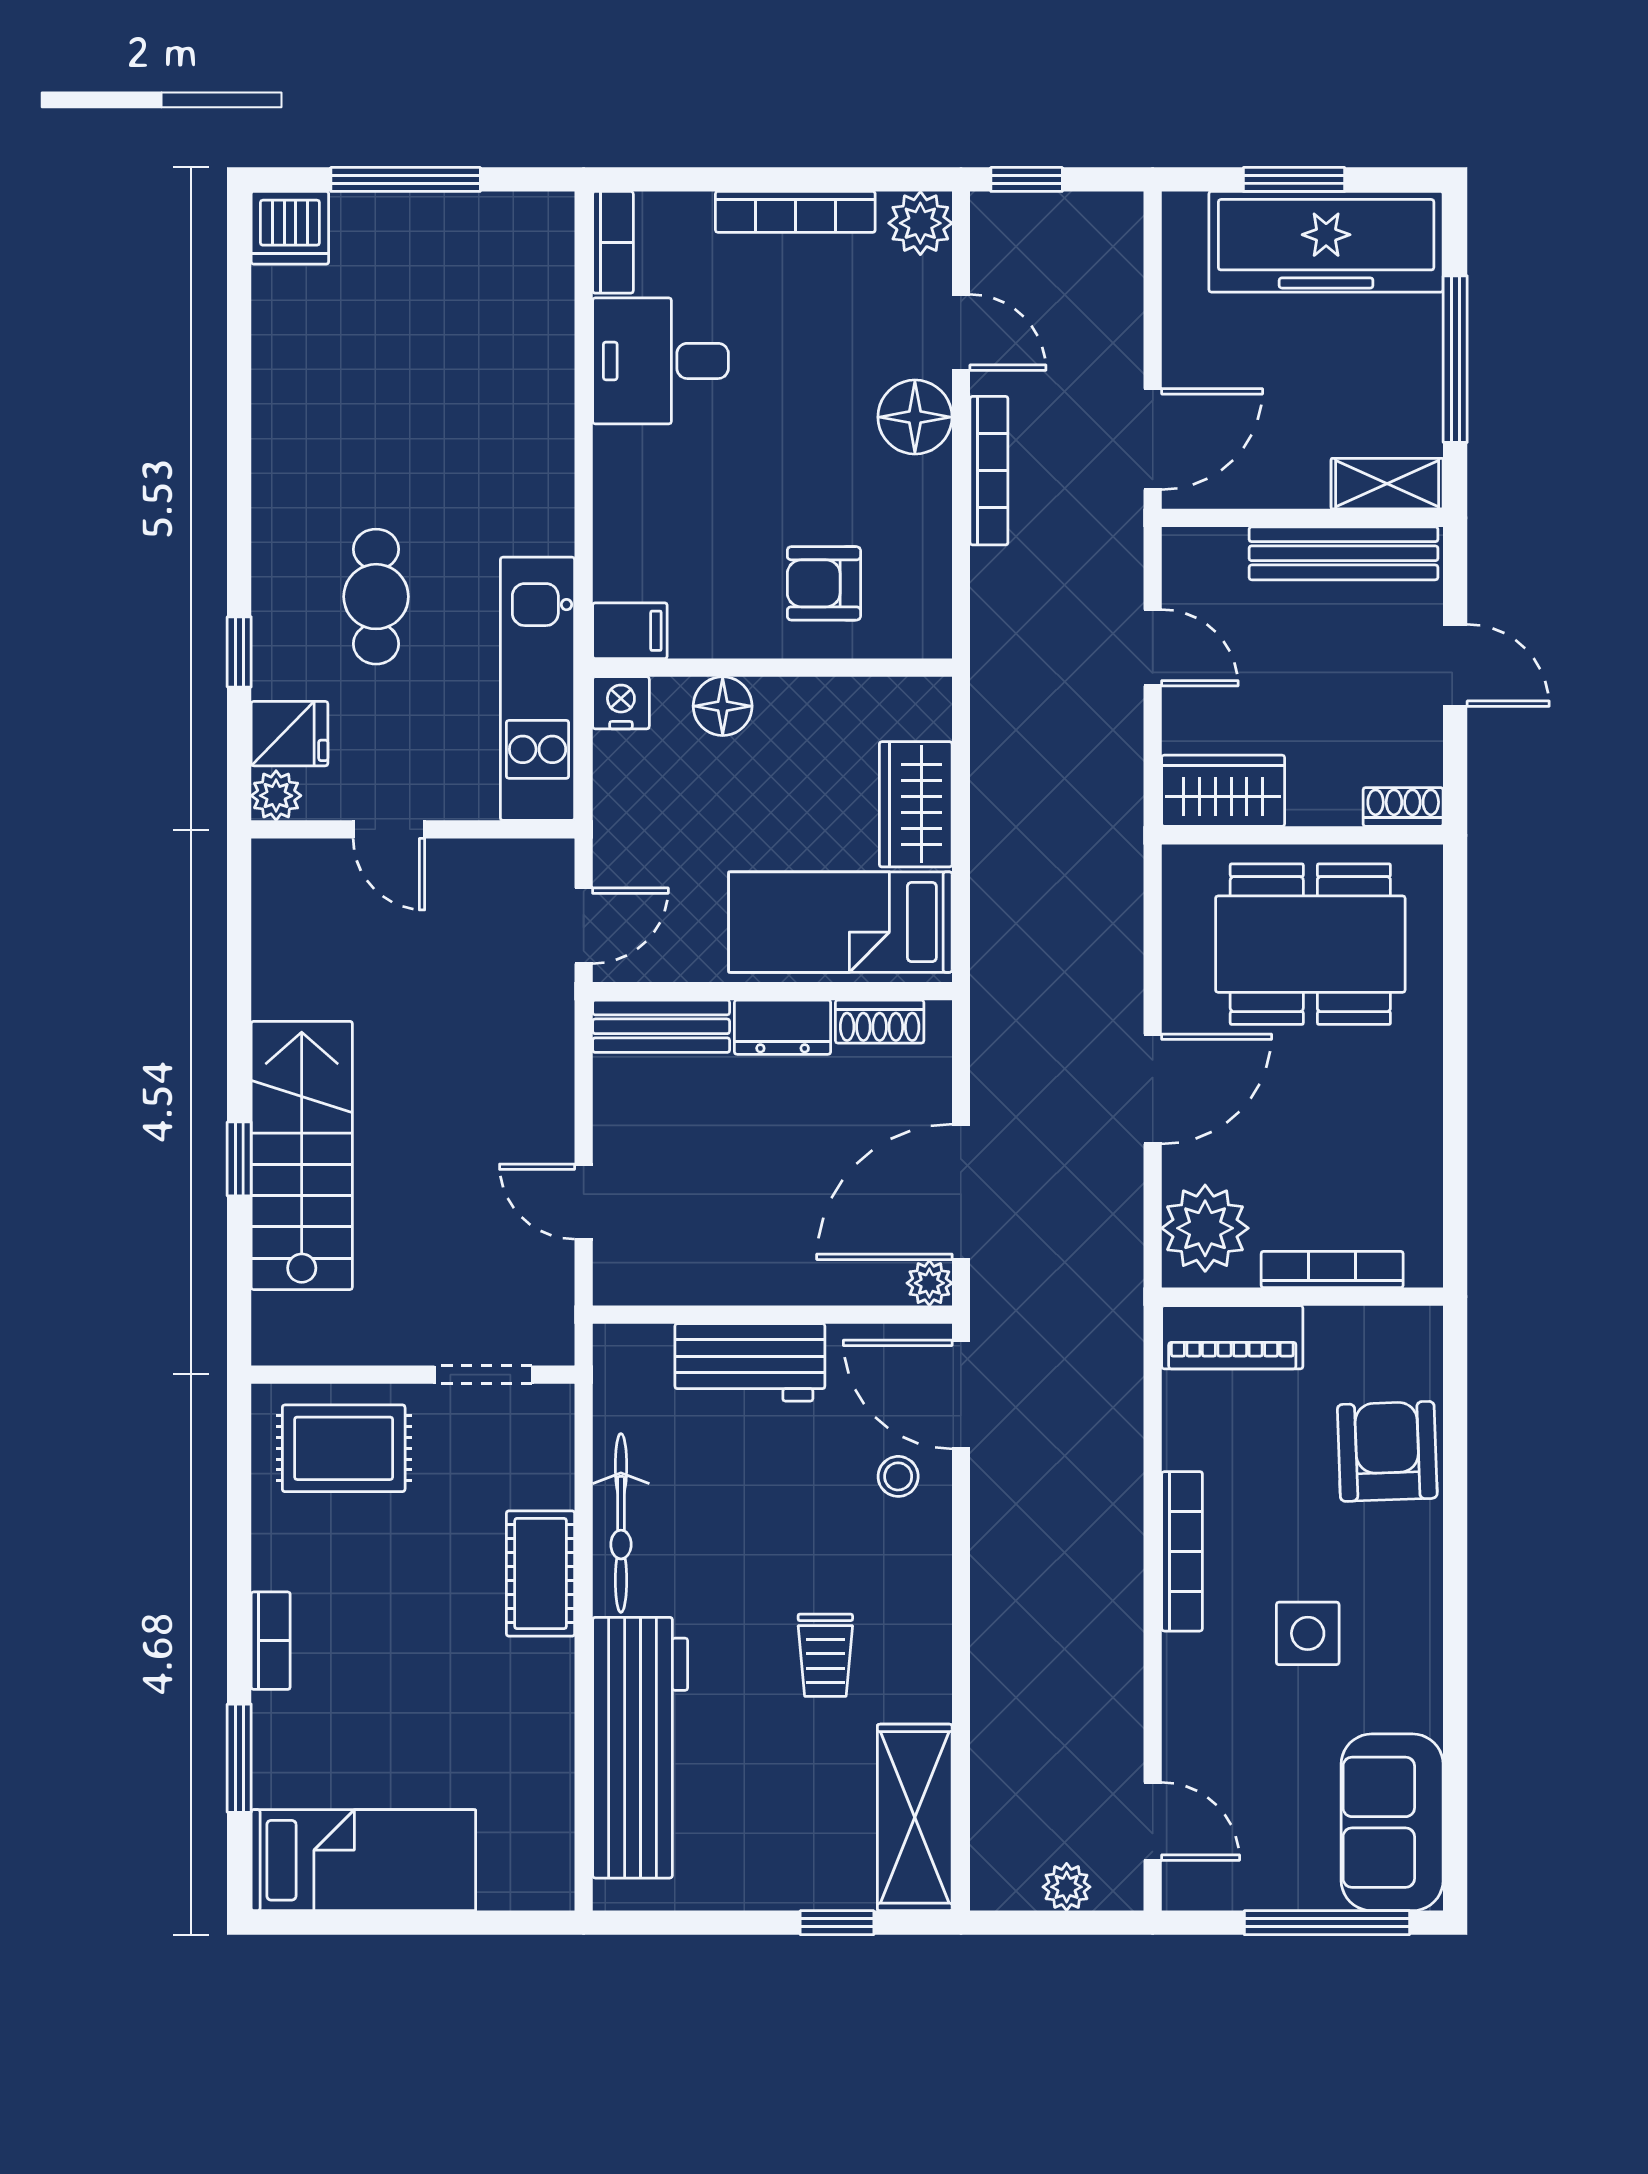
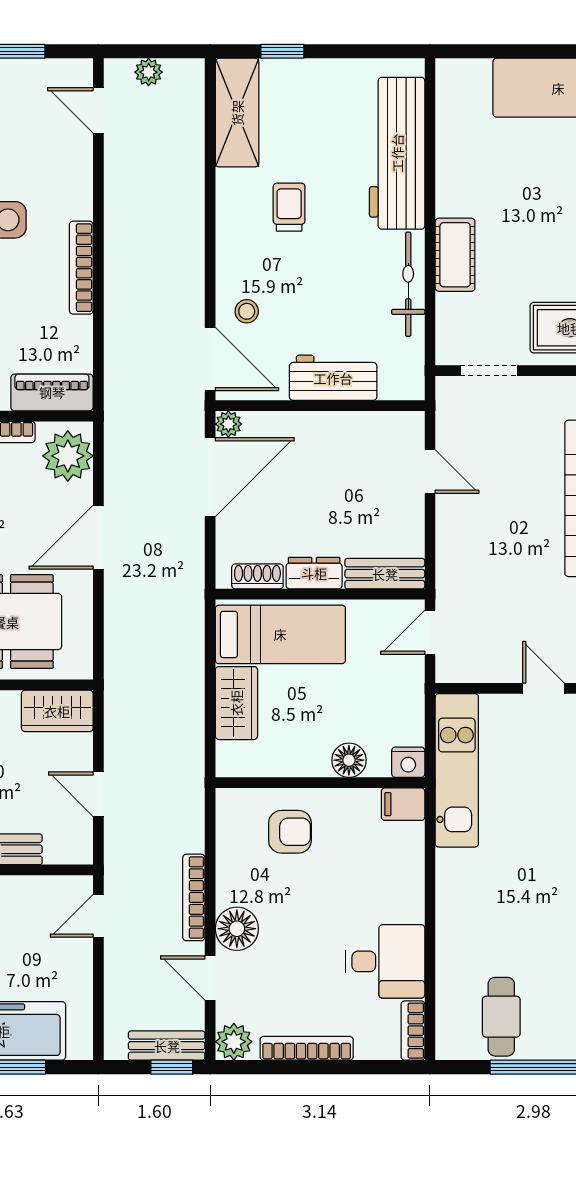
bench: (1036, 216) -> (167, 1046), added
door: (1153, 439) -> (98, 916), width x0.73
cafe table: (376, 597) -> (501, 1017), moved

